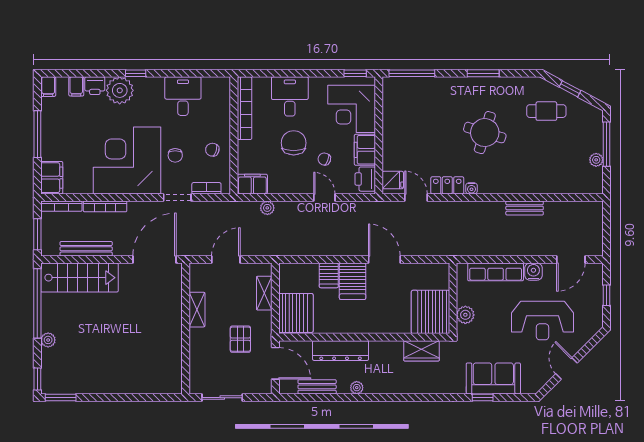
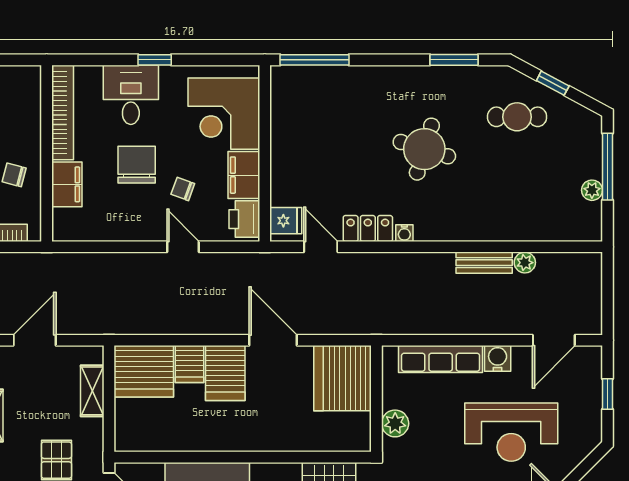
window: (355, 73) -> (155, 60), moved
window: (483, 73) -> (454, 60), moved
filing cabinet: (252, 184) -> (67, 184), moved, turned 90
plant: (267, 208) -> (525, 263), moved
server rack: (430, 312) -> (343, 378), moved
server rack: (296, 313) -> (144, 371), moved, turned 90

